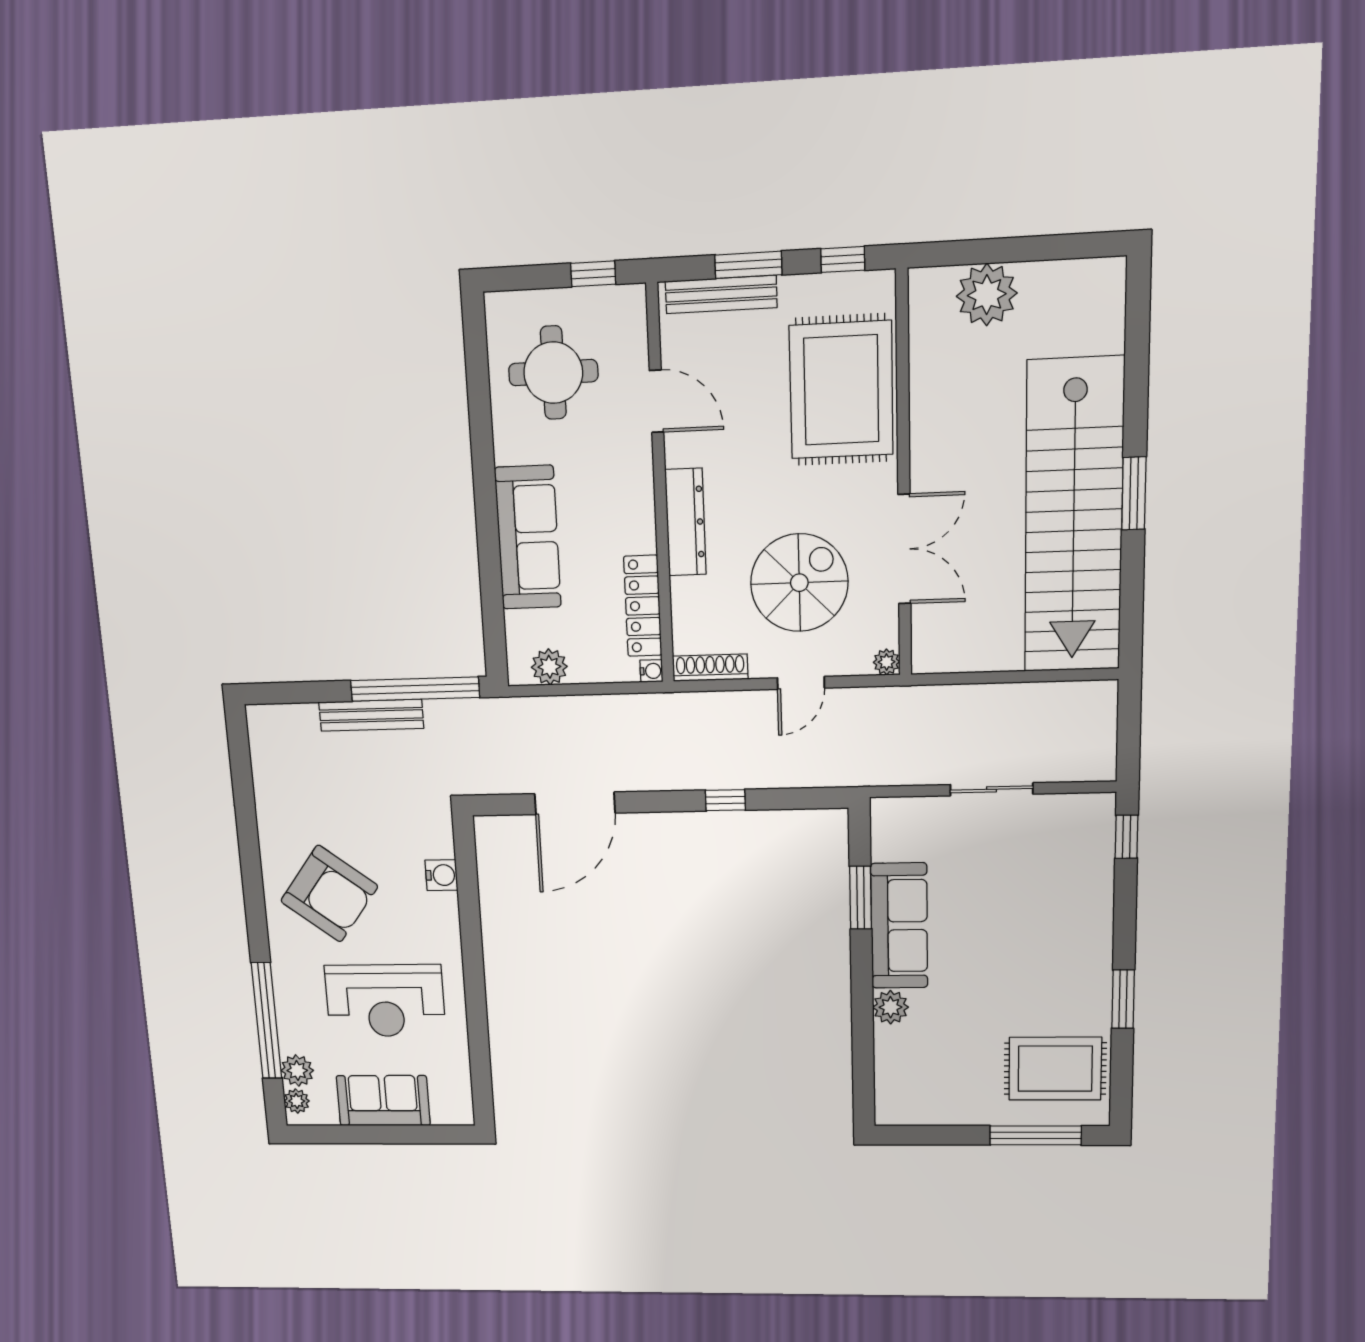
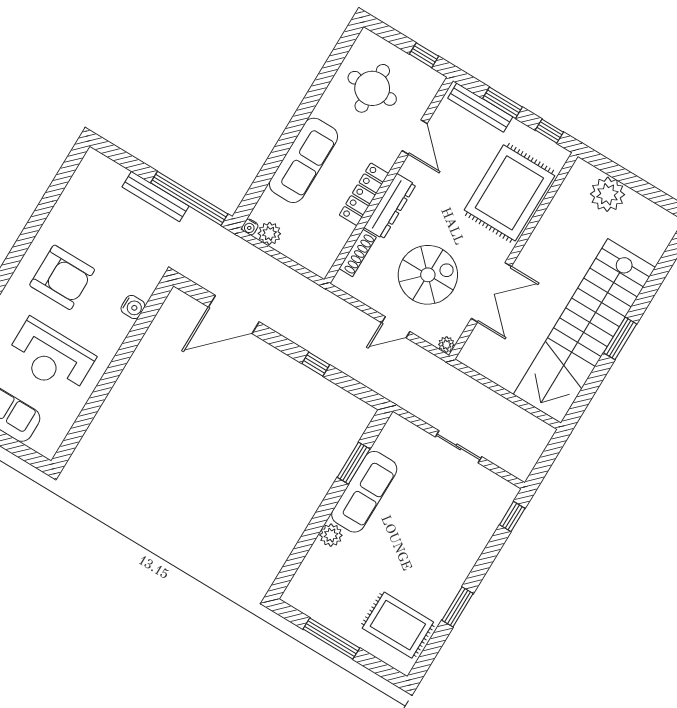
locker: (643, 606) -> (364, 194), moved
shoe rack: (710, 668) -> (358, 253), moved, turned 90
water cooler: (651, 671) -> (250, 227), moved, turned 90
armchair: (329, 894) -> (62, 277), turned -37
window: (1036, 1135) -> (331, 639), moved

